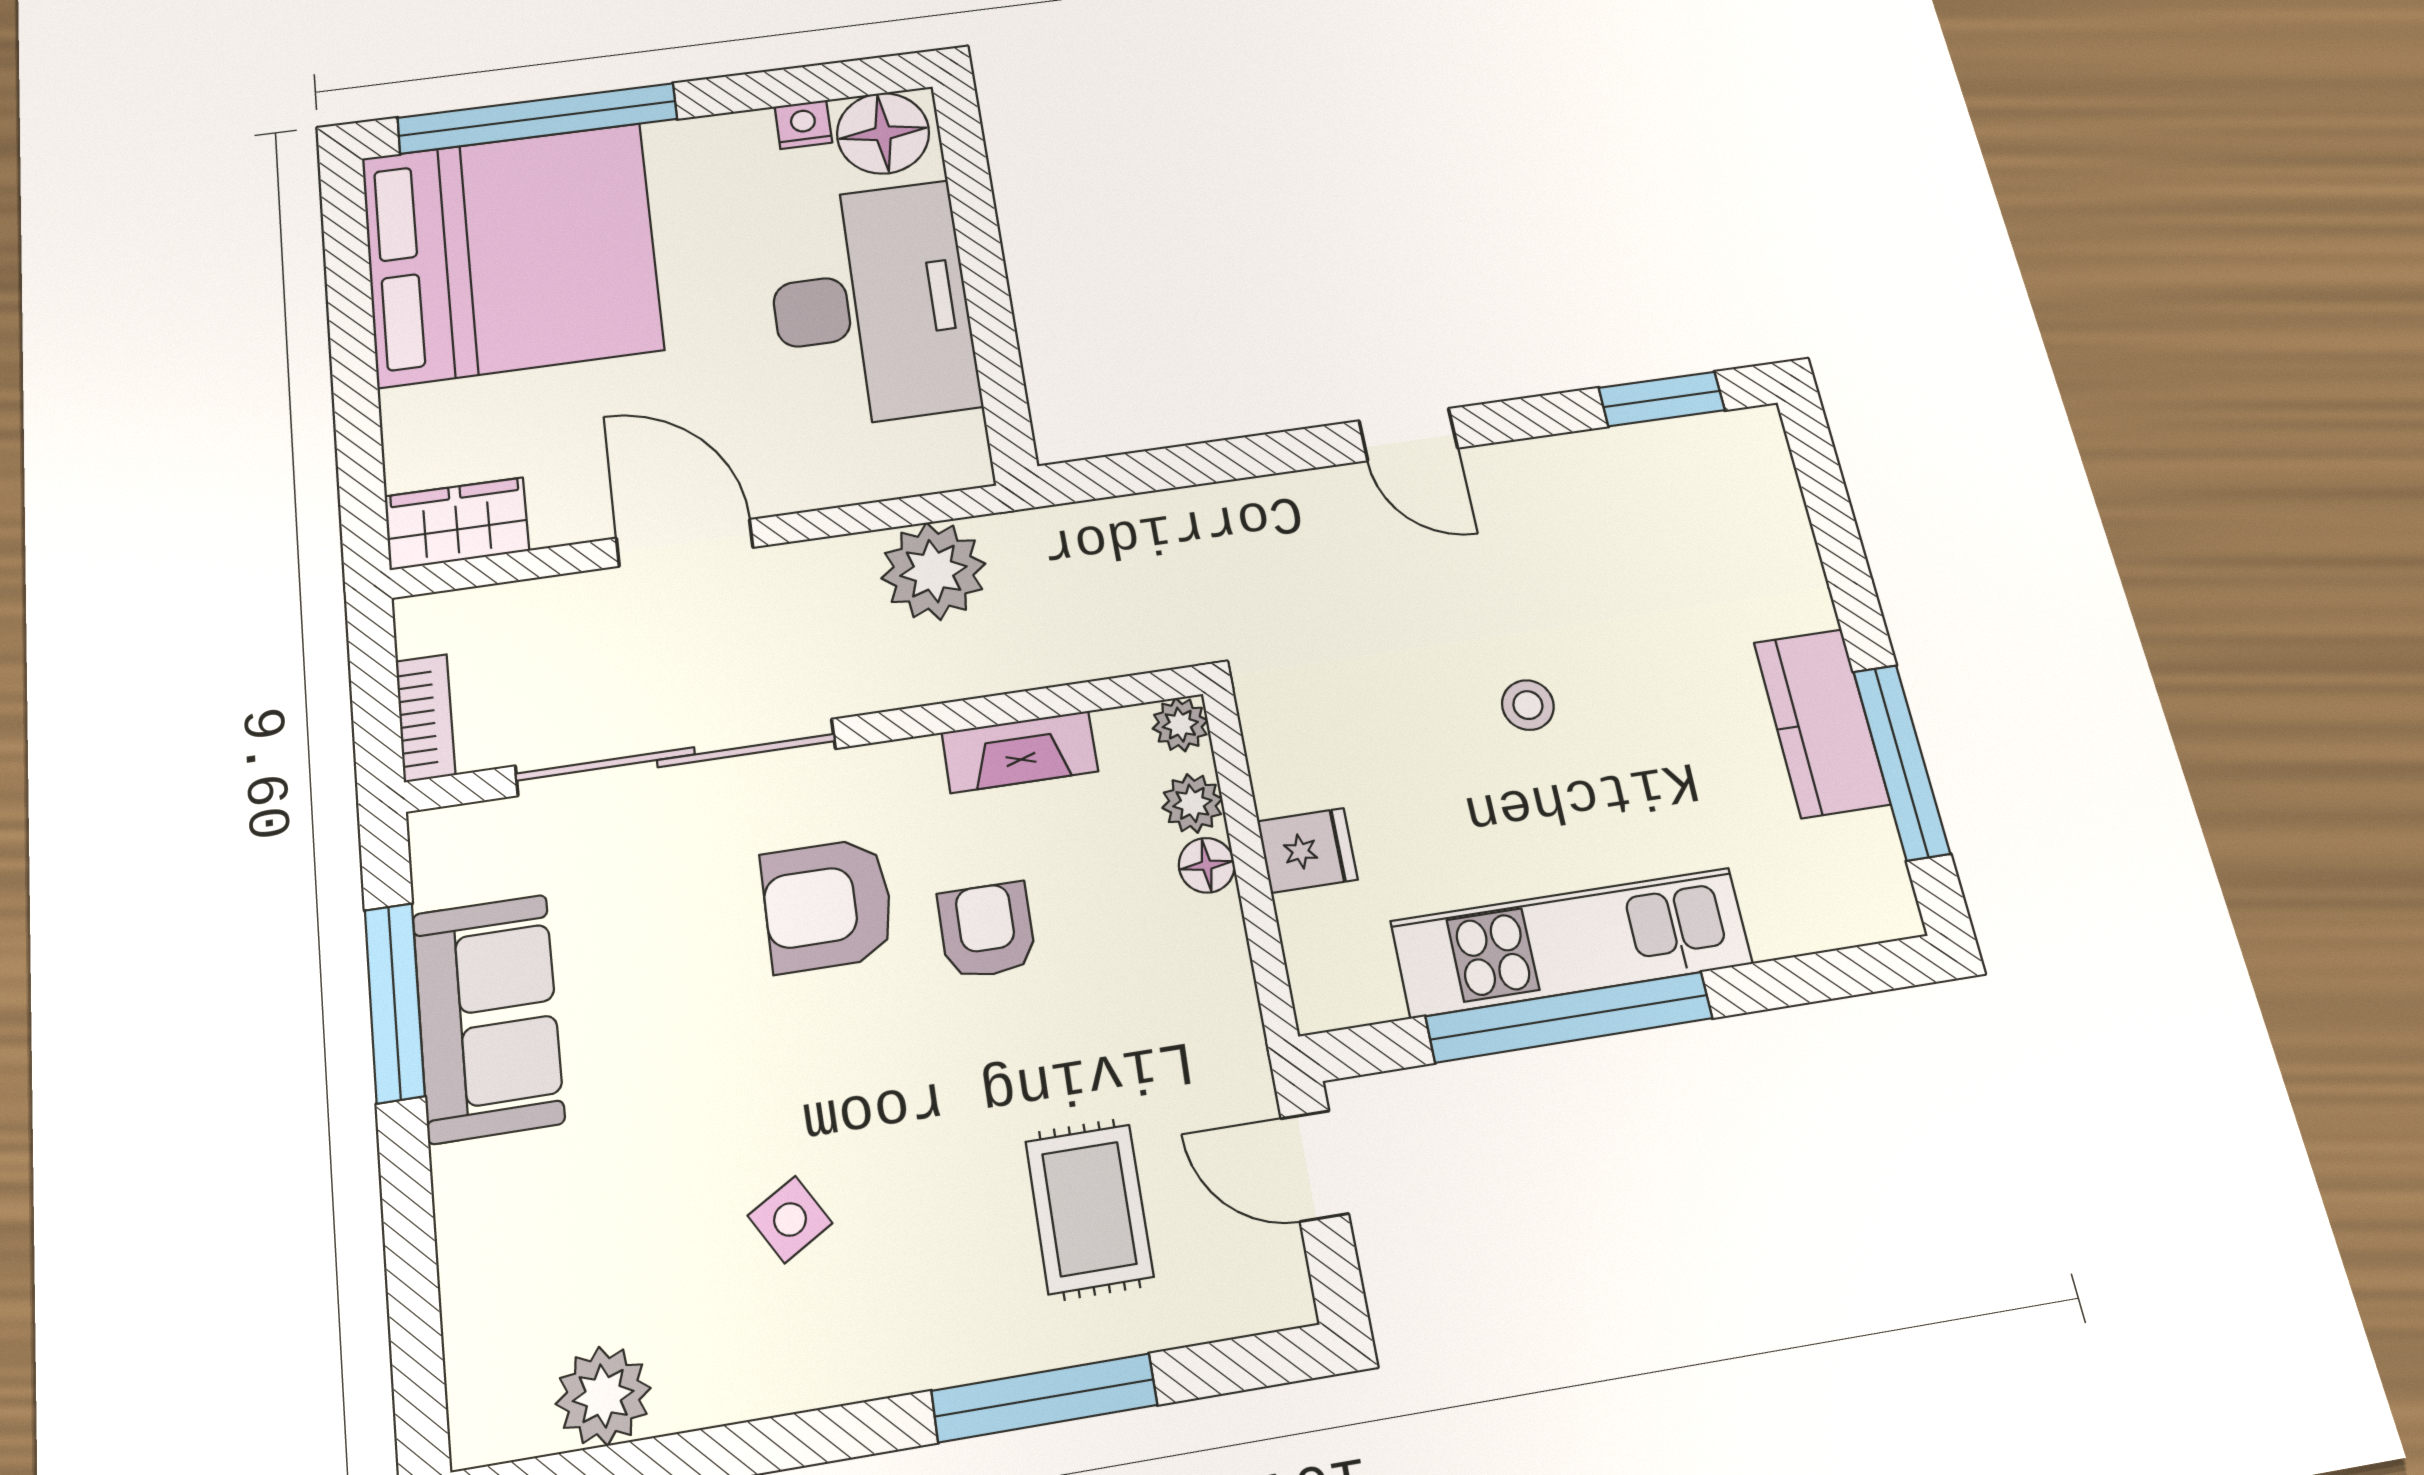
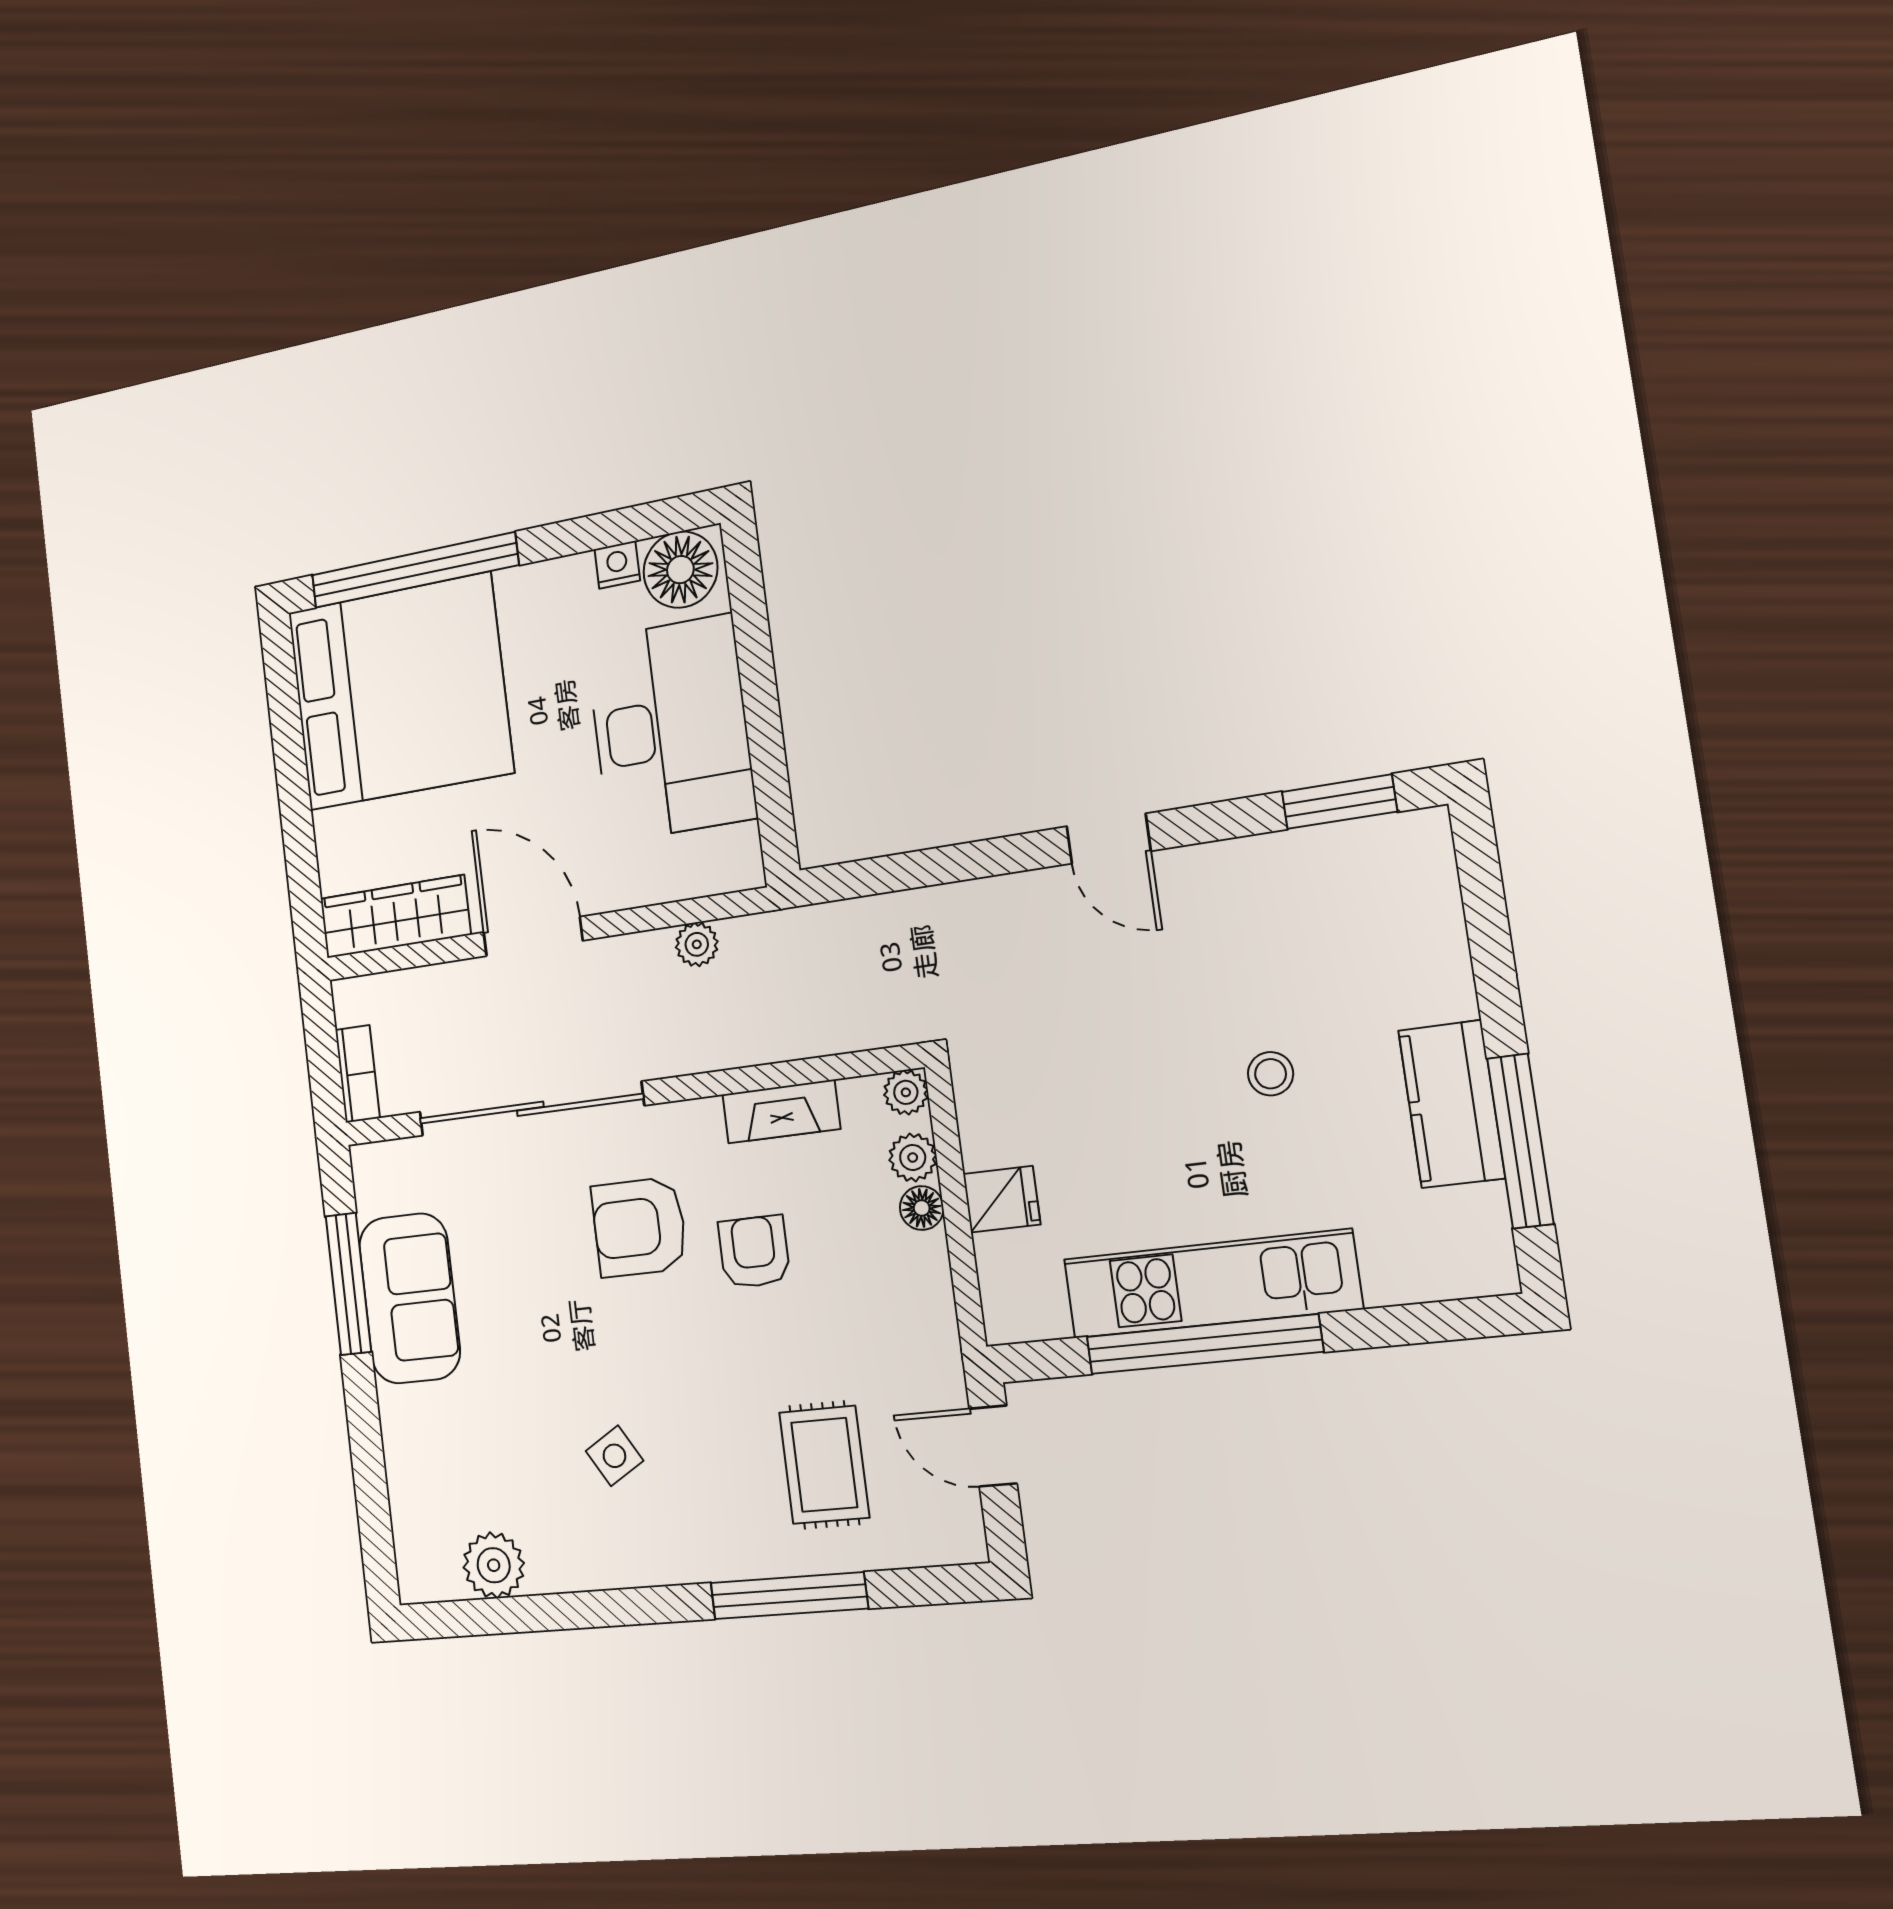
wardrobe: (457, 524) -> (395, 917), width x1.50
plant: (933, 571) -> (697, 944), width x0.53, depth x0.53
stool: (1528, 705) -> (1271, 1074), moved

